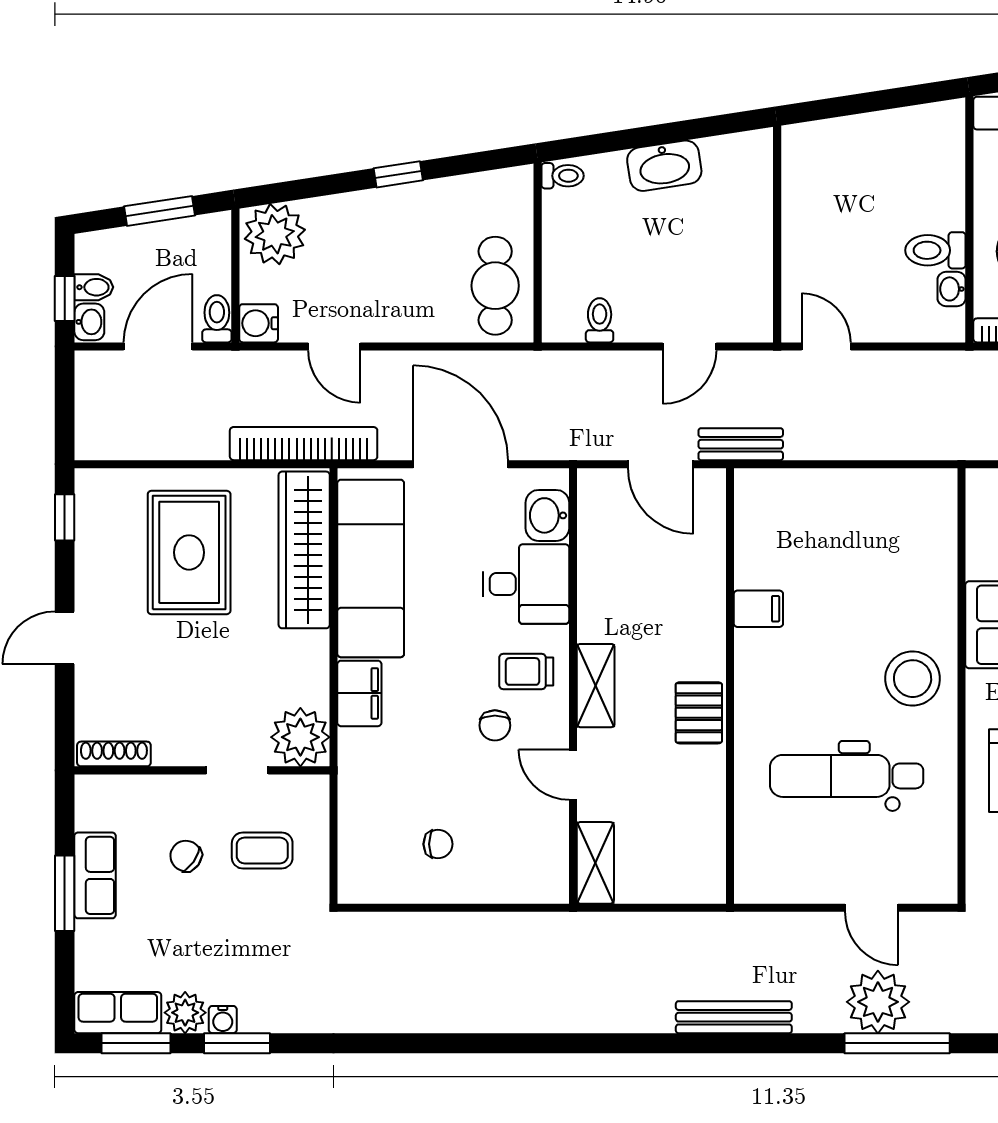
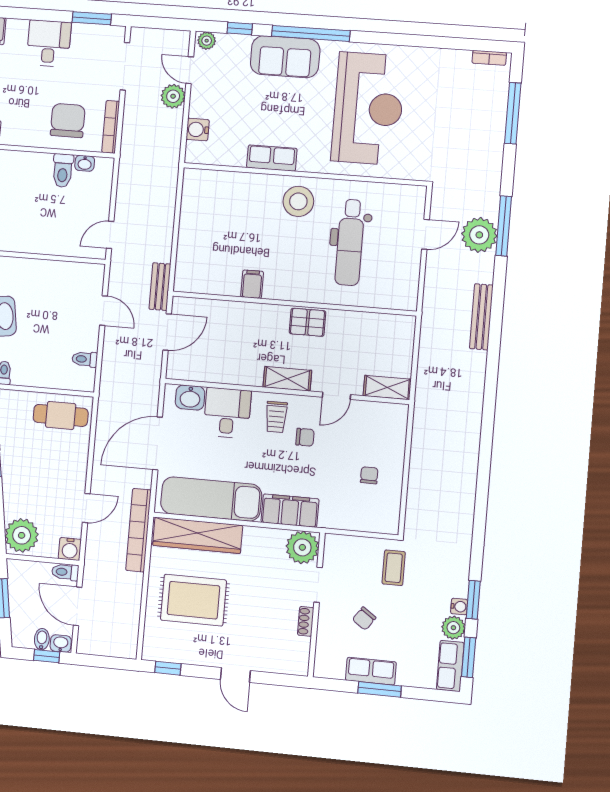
filing cabinet: (359, 693) -> (290, 511), width x1.50, depth x1.17
shoe rack: (114, 754) -> (306, 621), moved, width x0.70
coffee table: (262, 850) -> (394, 568), moved

